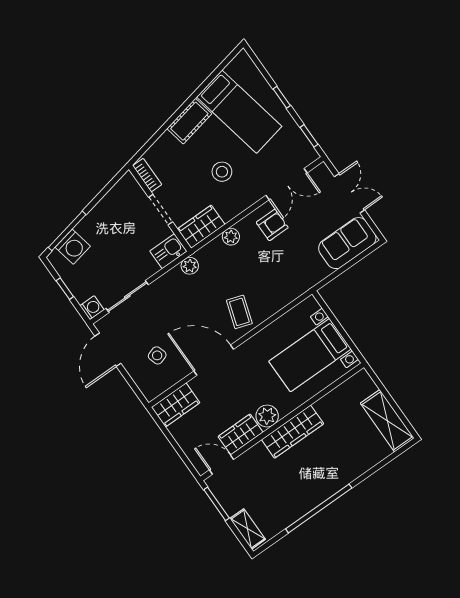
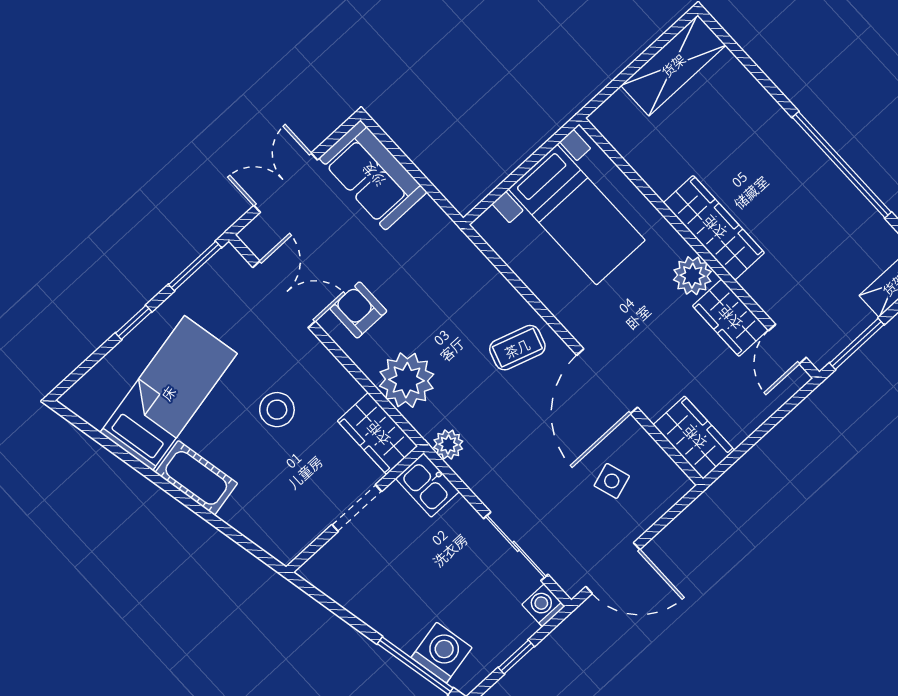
window: (309, 136) -> (195, 266), width x1.50
bookcase: (147, 175) -> (300, 539), removed
plant: (231, 237) -> (407, 380), width x1.88, depth x1.88

